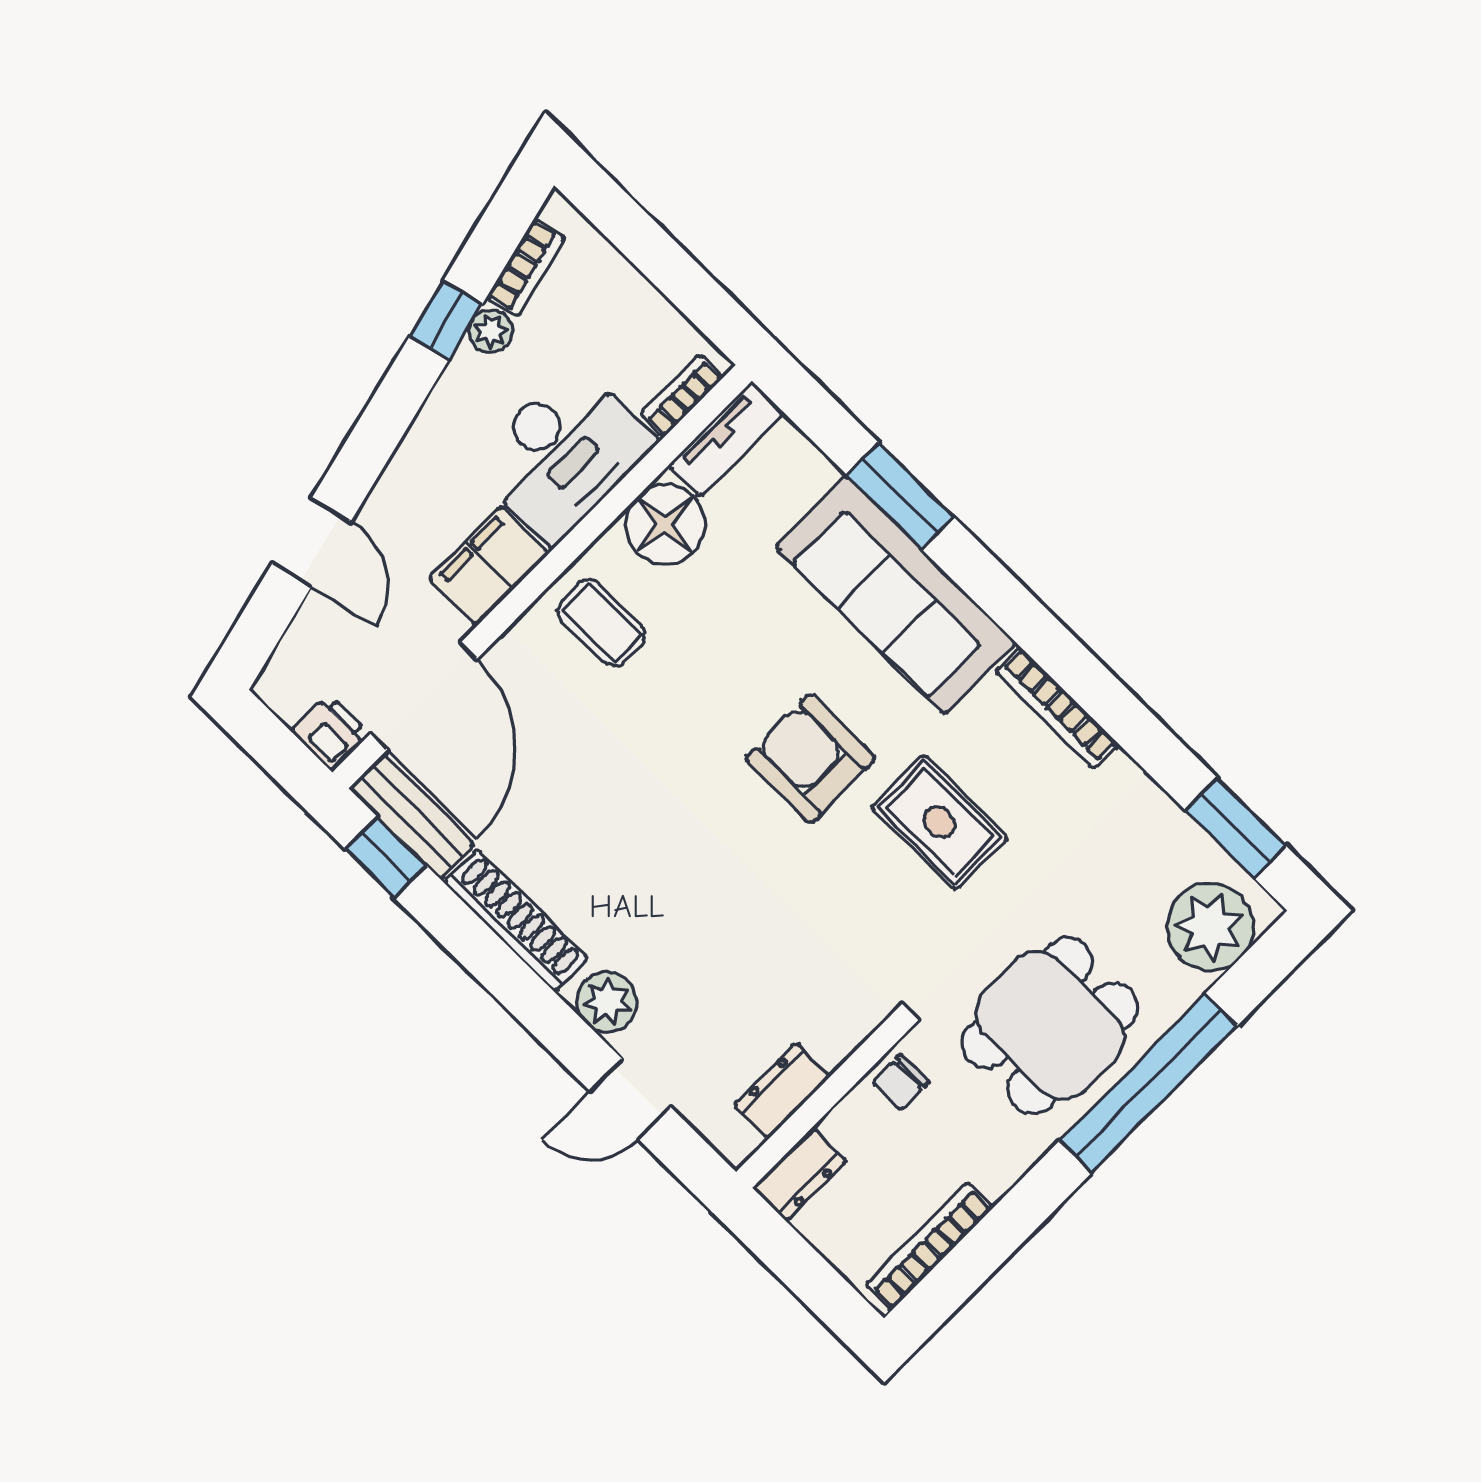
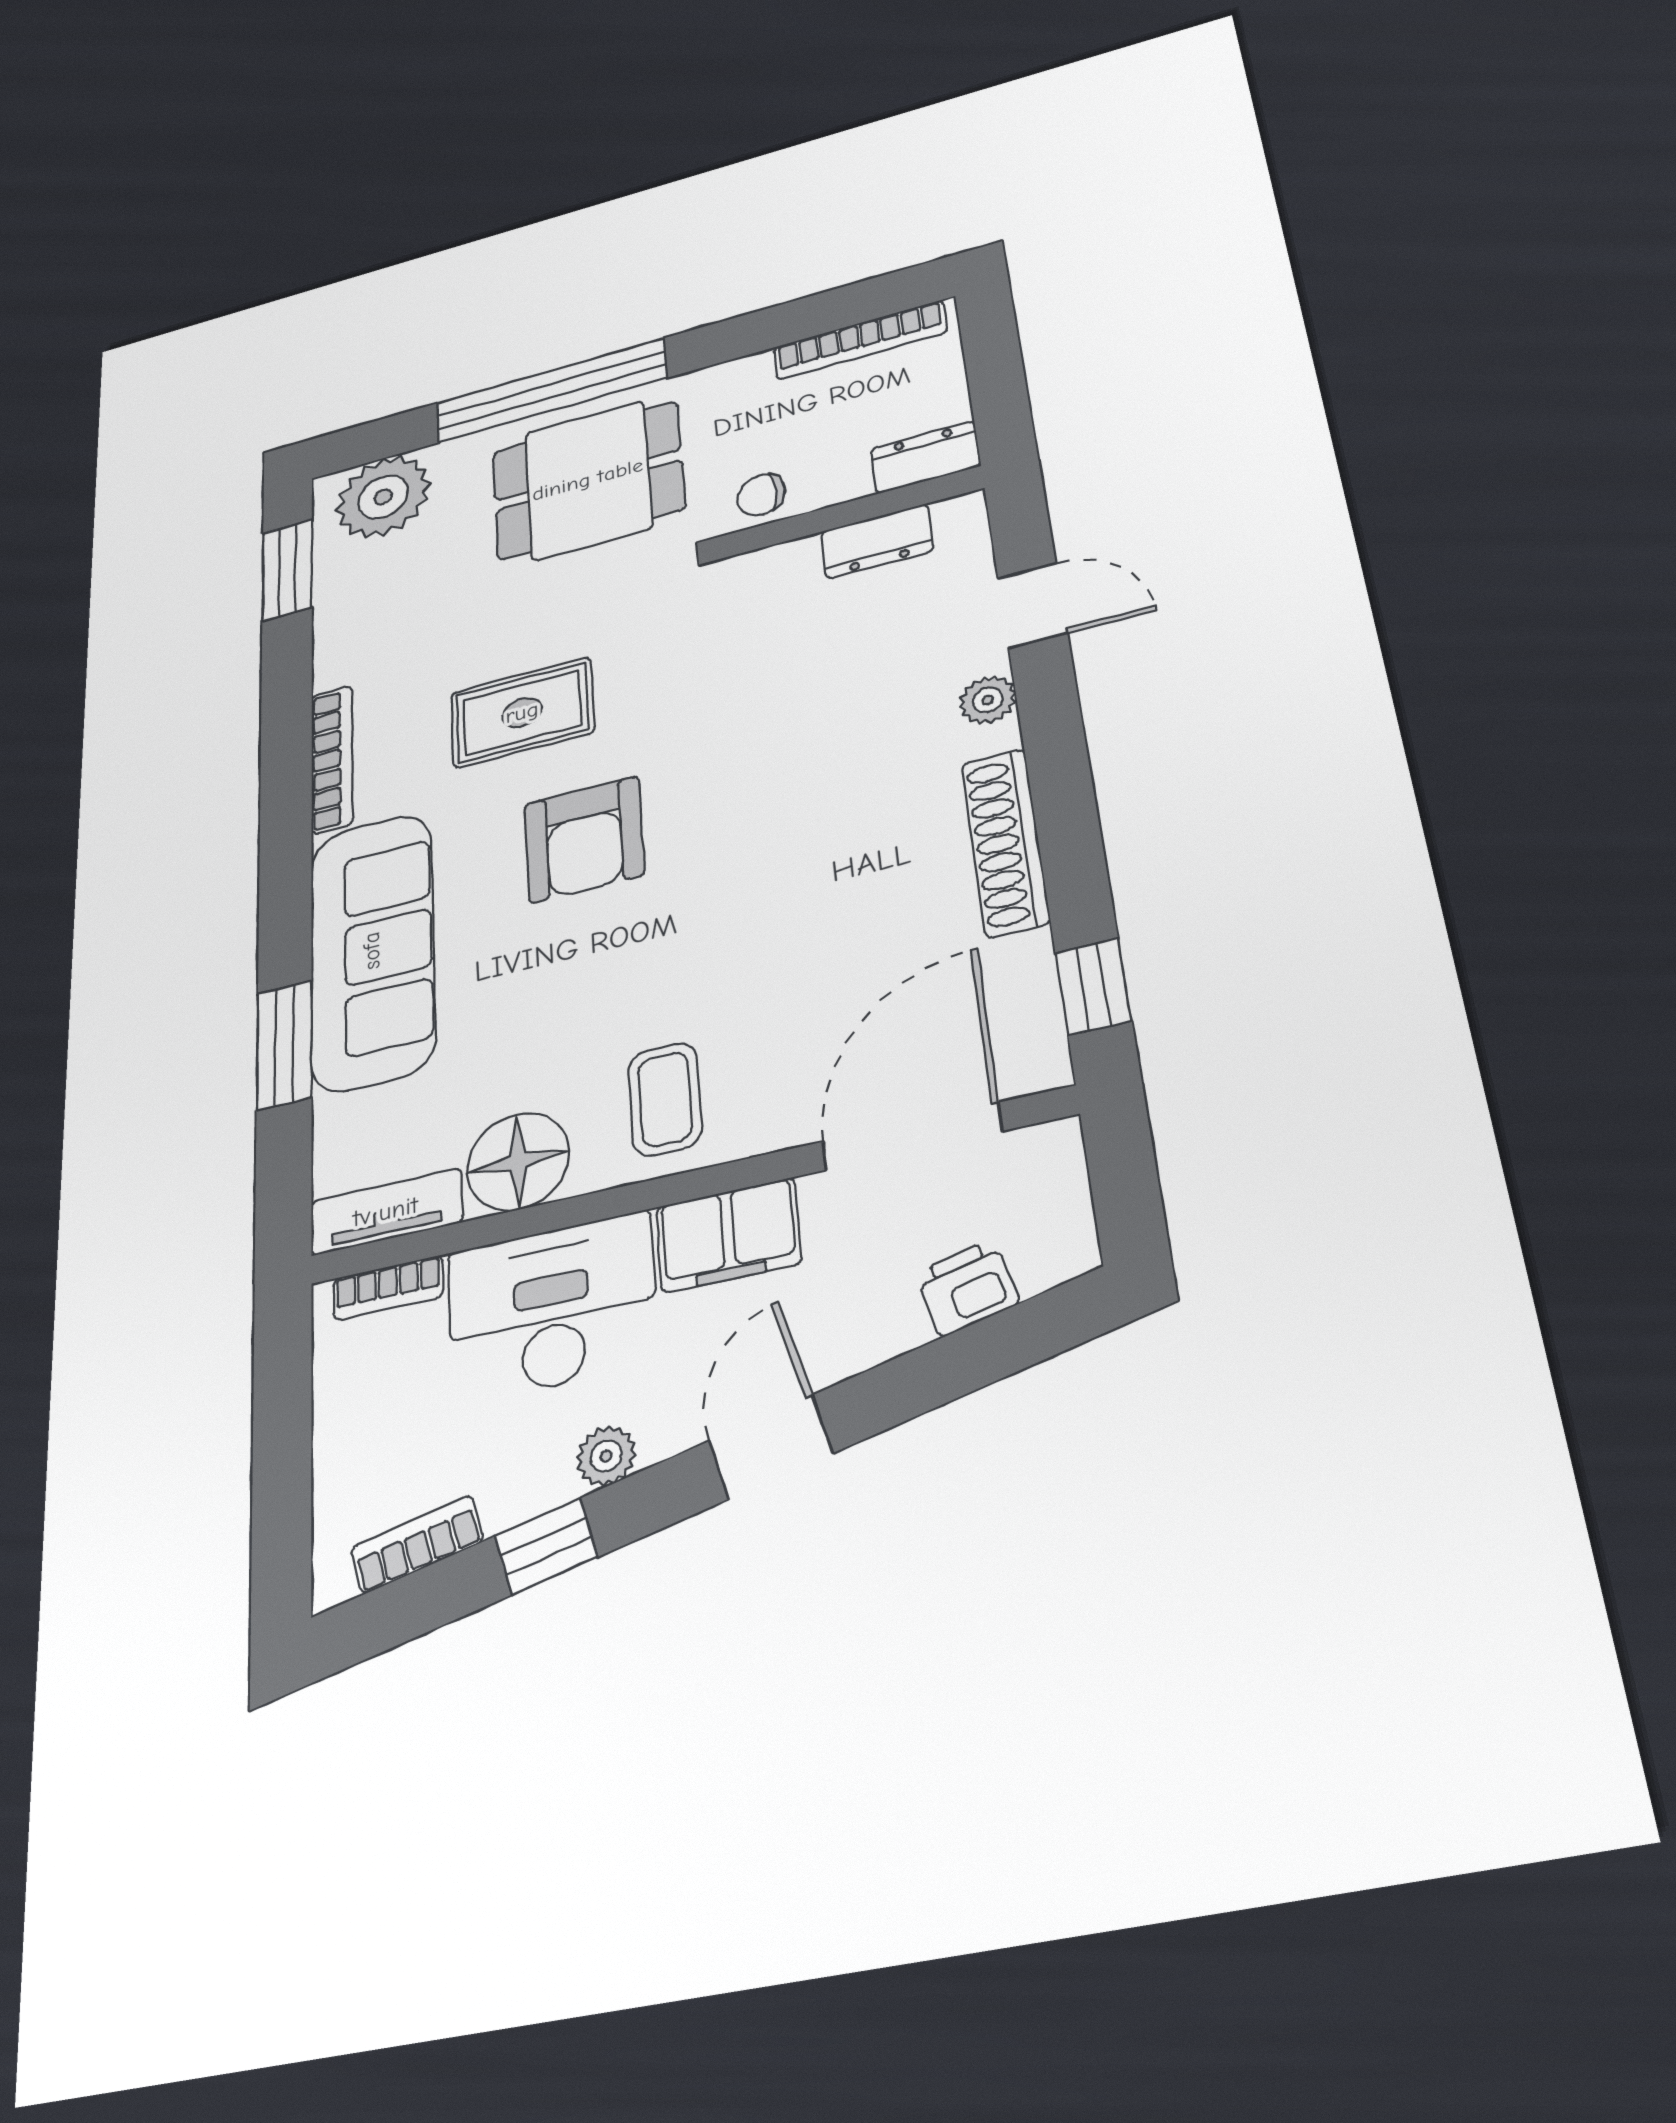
plant: (491, 331) -> (606, 1456), moved
door: (312, 542) -> (771, 1447), moved
printer: (330, 733) -> (967, 1288), moved, turned 76
bench: (412, 816) -> (1030, 1014), removed
rug: (940, 822) -> (522, 713), turned 90
plant: (607, 1002) -> (988, 700), width x0.73, depth x0.73
chair: (901, 1082) -> (761, 495), turned 180

